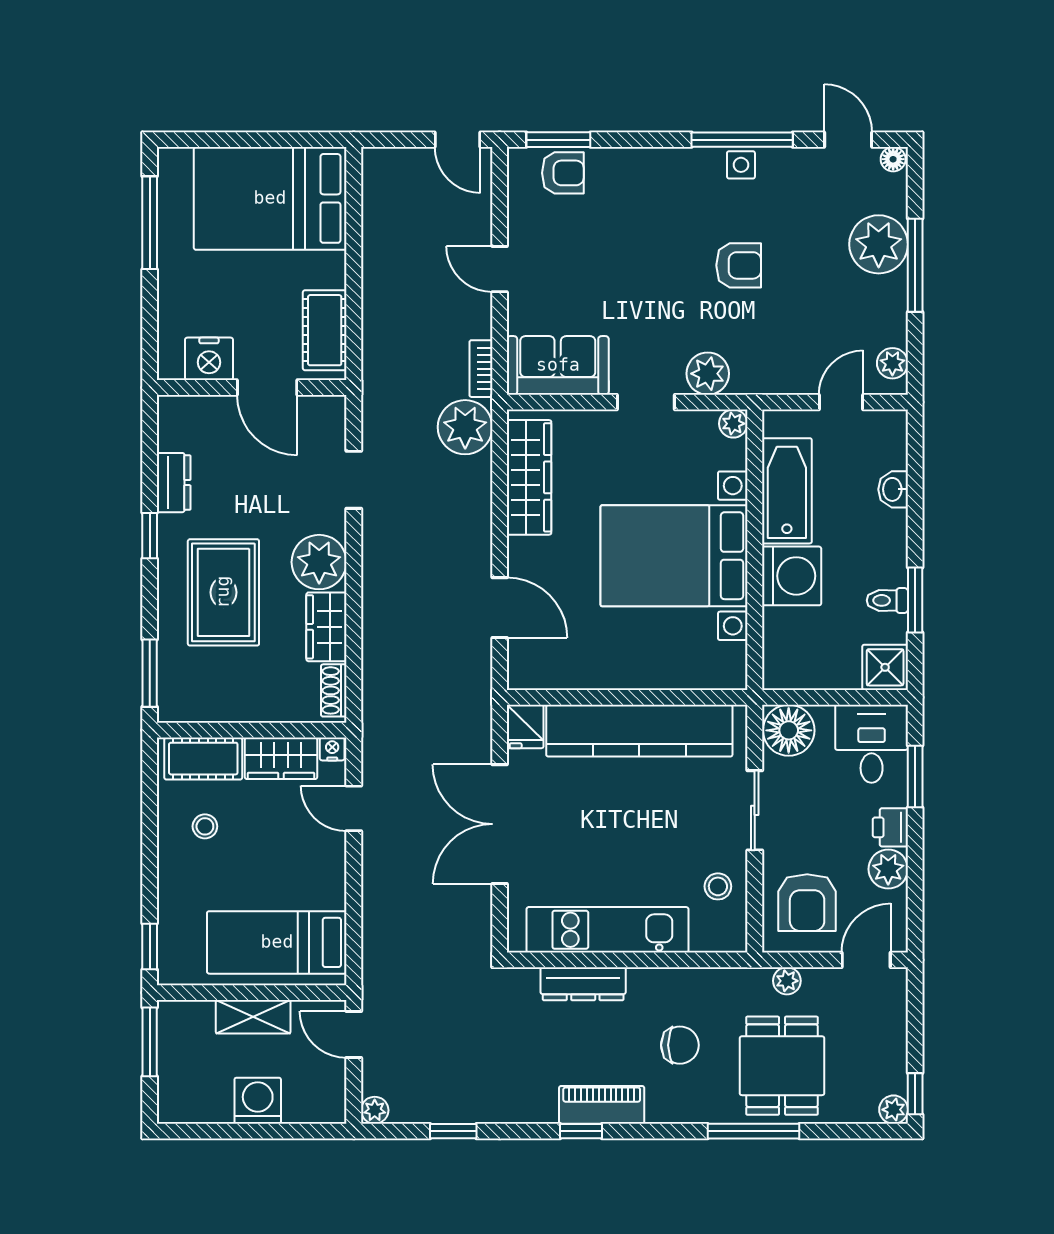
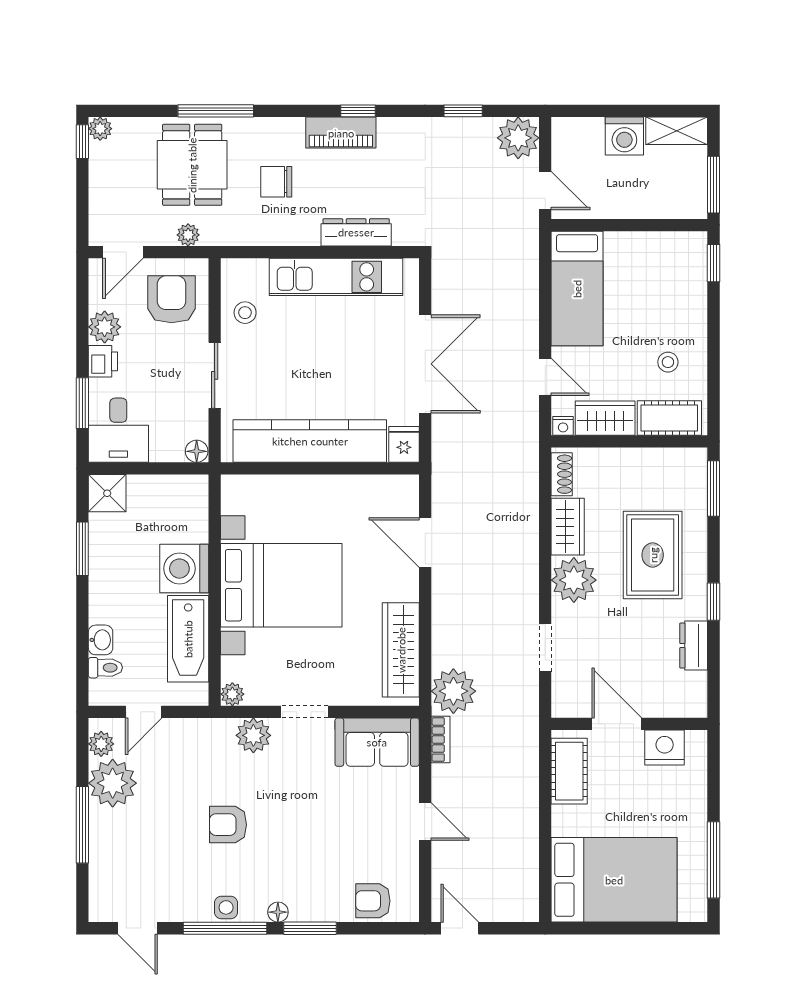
window: (558, 140) -> (310, 928), moved
floor lamp: (893, 159) -> (278, 912), moved
plant: (879, 244) -> (113, 783), moved
toilet: (887, 600) -> (105, 668), moved
floor lamp: (789, 730) -> (197, 451), width x0.53, depth x0.53
bed: (277, 942) -> (577, 289), moved, turned 90
shelving: (253, 1017) -> (677, 131), moved
plant: (375, 1110) -> (518, 138), width x1.88, depth x1.88

